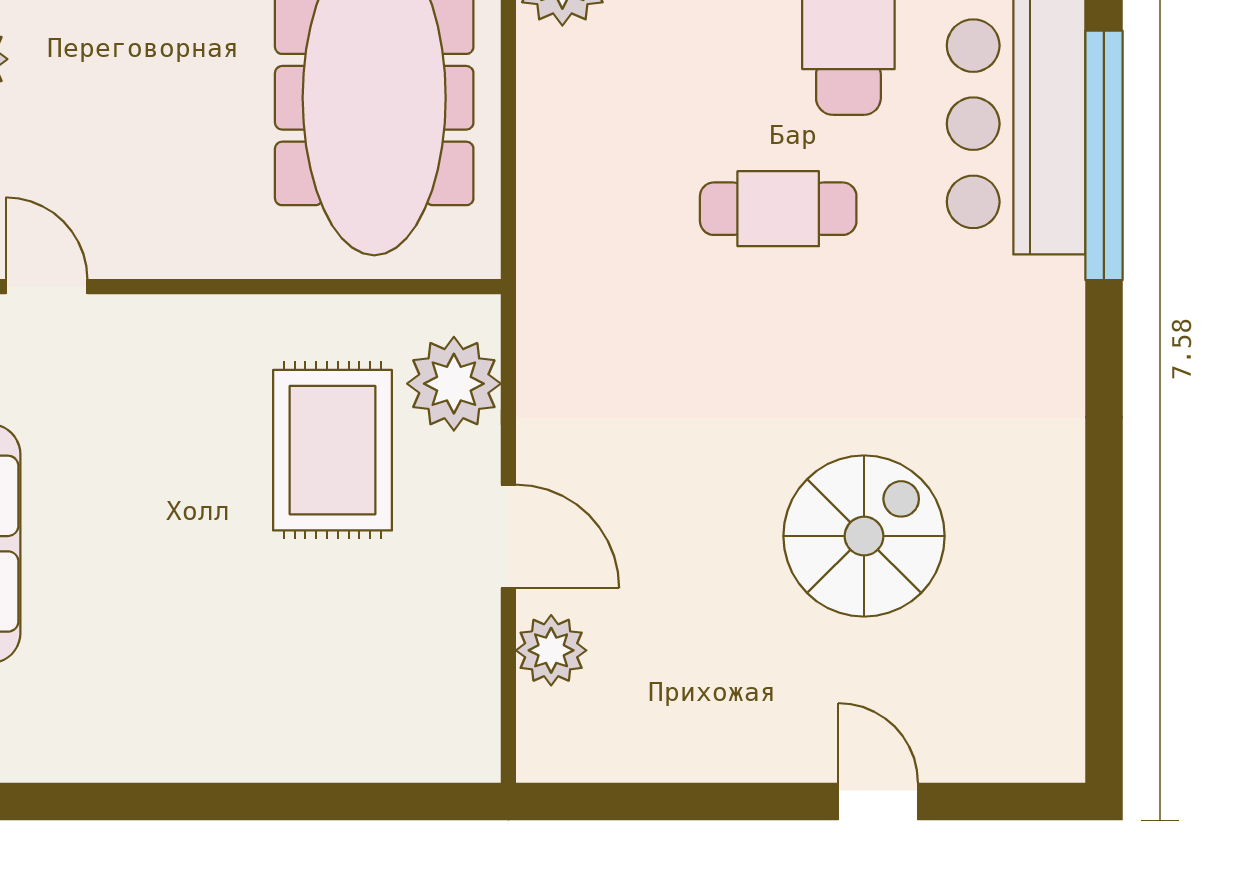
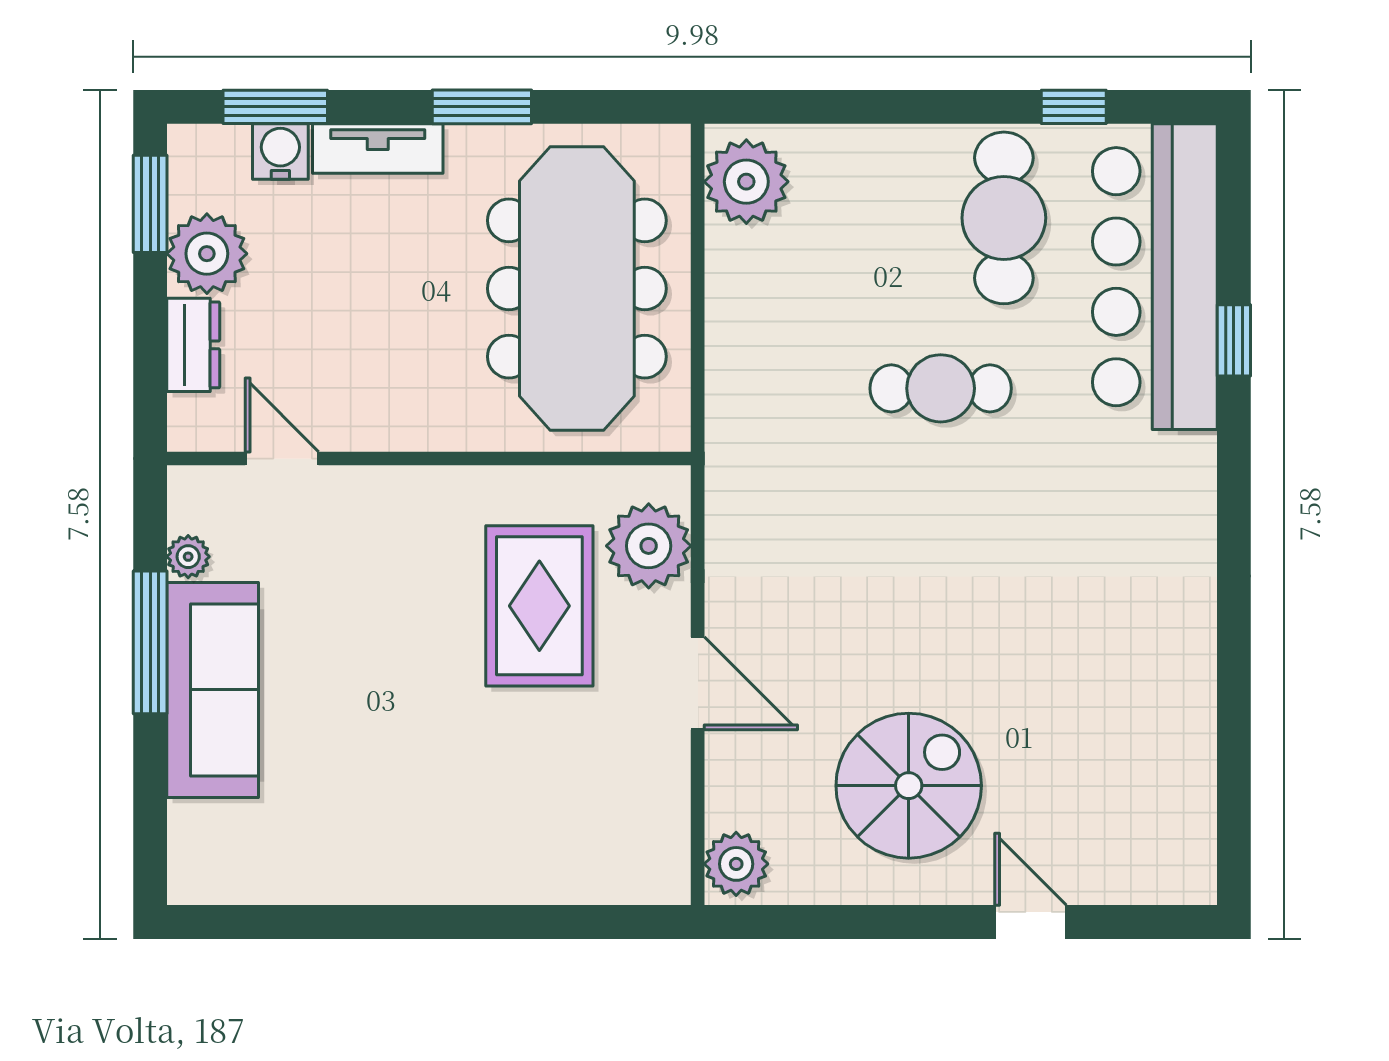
window: (1104, 155) -> (1234, 340), width x0.32
spiral stairs: (864, 536) -> (909, 786), moved
plant: (551, 650) -> (736, 864), moved

